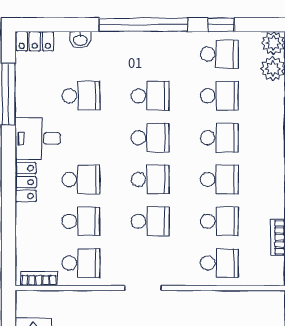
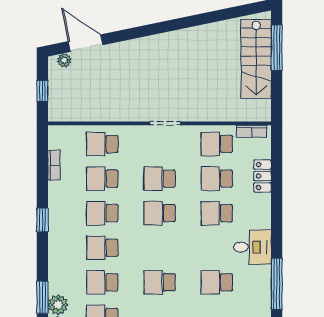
school desk: (150, 138) -> (160, 248), removed
locker: (26, 182) -> (262, 176), moved

